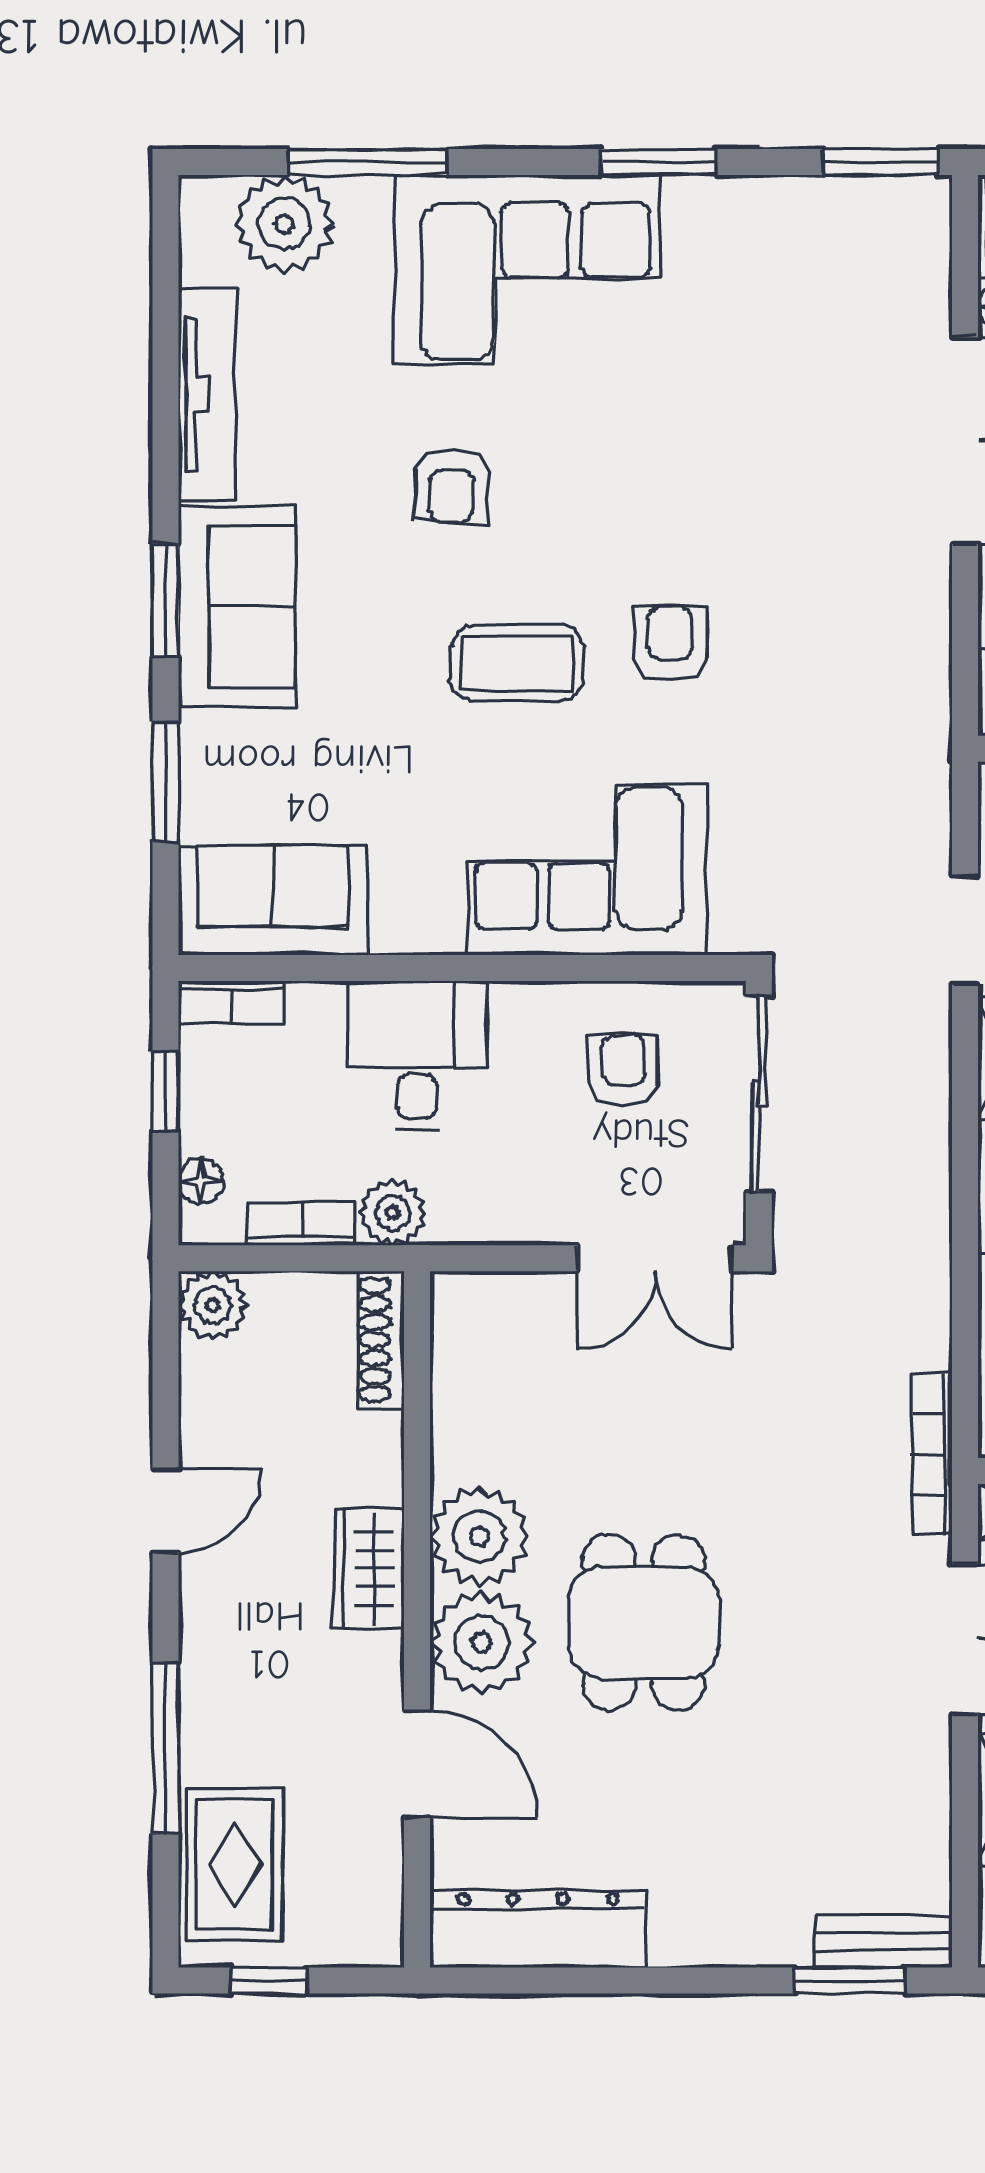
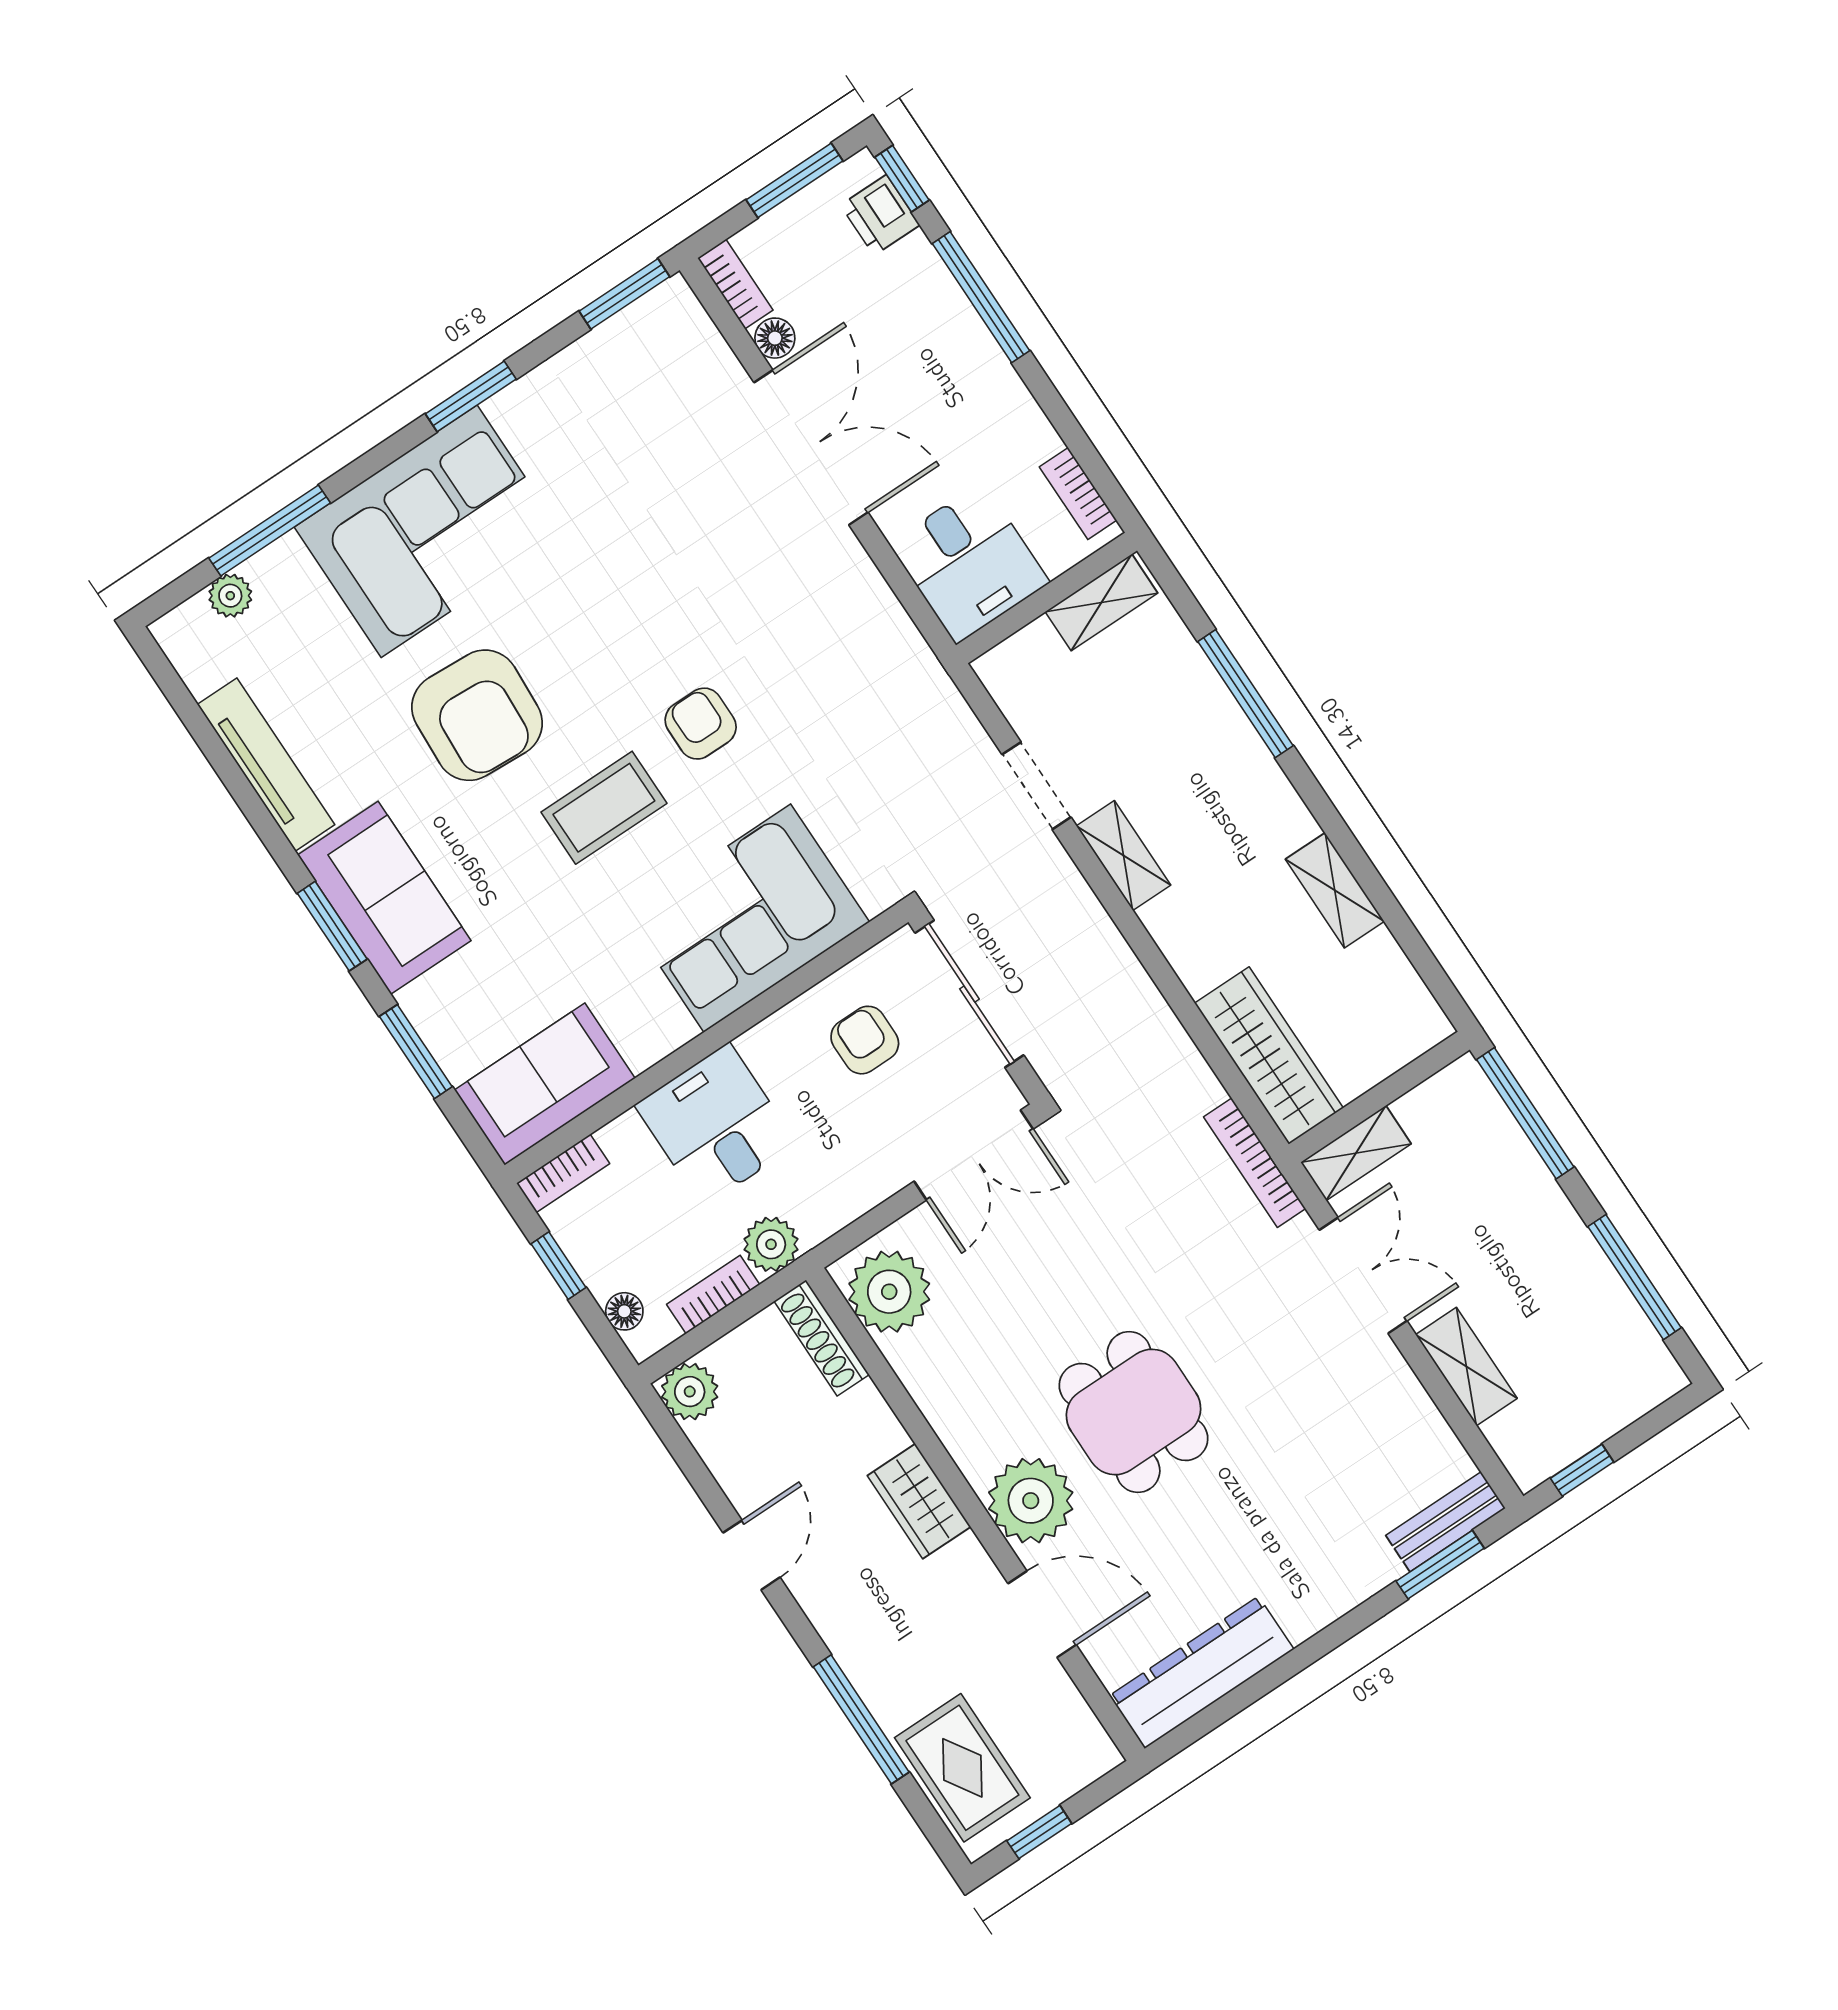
plant: (284, 224) -> (230, 596), width x0.53, depth x0.53
armchair: (452, 486) -> (477, 715), width x1.88, depth x1.88
plant: (479, 1536) -> (889, 1292), moved

